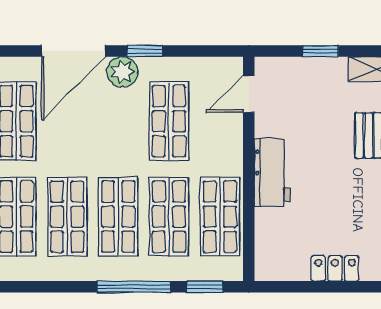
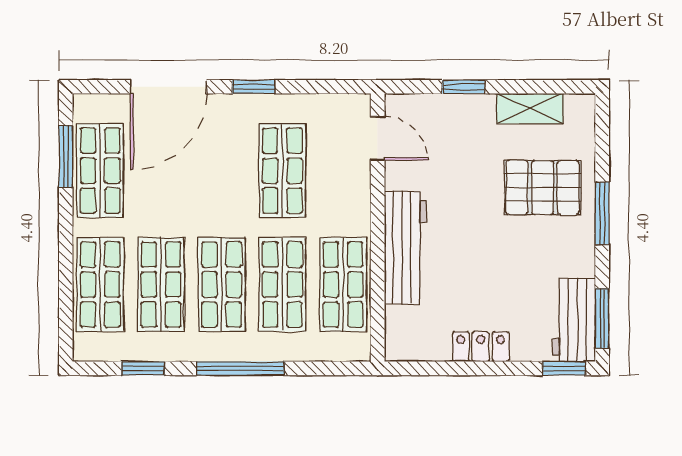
plant: (122, 72) -> (227, 112), removed
door: (249, 94) -> (378, 138), swing flipped
workbench: (272, 173) -> (405, 247), width x1.37
window: (205, 287) -> (143, 368), moved

